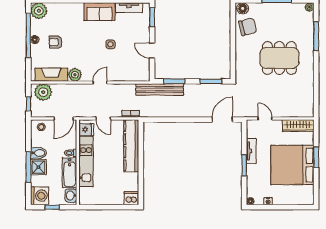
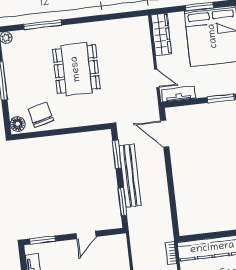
bench: (160, 89) -> (130, 175), moved
door: (265, 118) -> (157, 78), swing flipped
tv unit: (251, 151) -> (178, 94), moved

